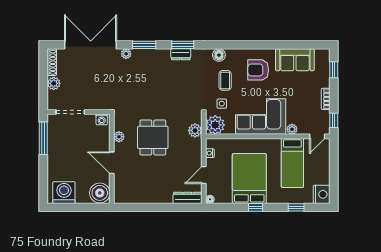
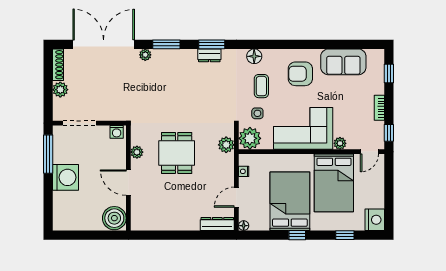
bed: (292, 163) -> (334, 183), width x1.50
washing machine: (64, 193) -> (65, 177), moved, turned 90

